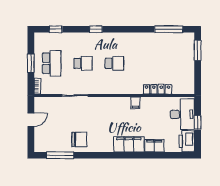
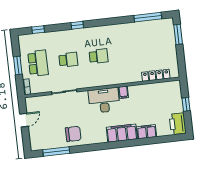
locker: (157, 89) -> (156, 75), moved
desk: (182, 114) -> (104, 100), moved, turned -90

